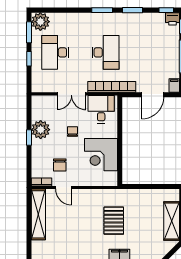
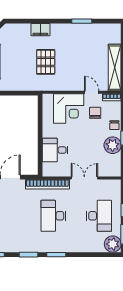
desk: (101, 109) -> (55, 150), moved, turned 90
chair: (73, 131) -> (114, 125), moved
corner desk: (101, 155) -> (69, 109), moved, turned 90

